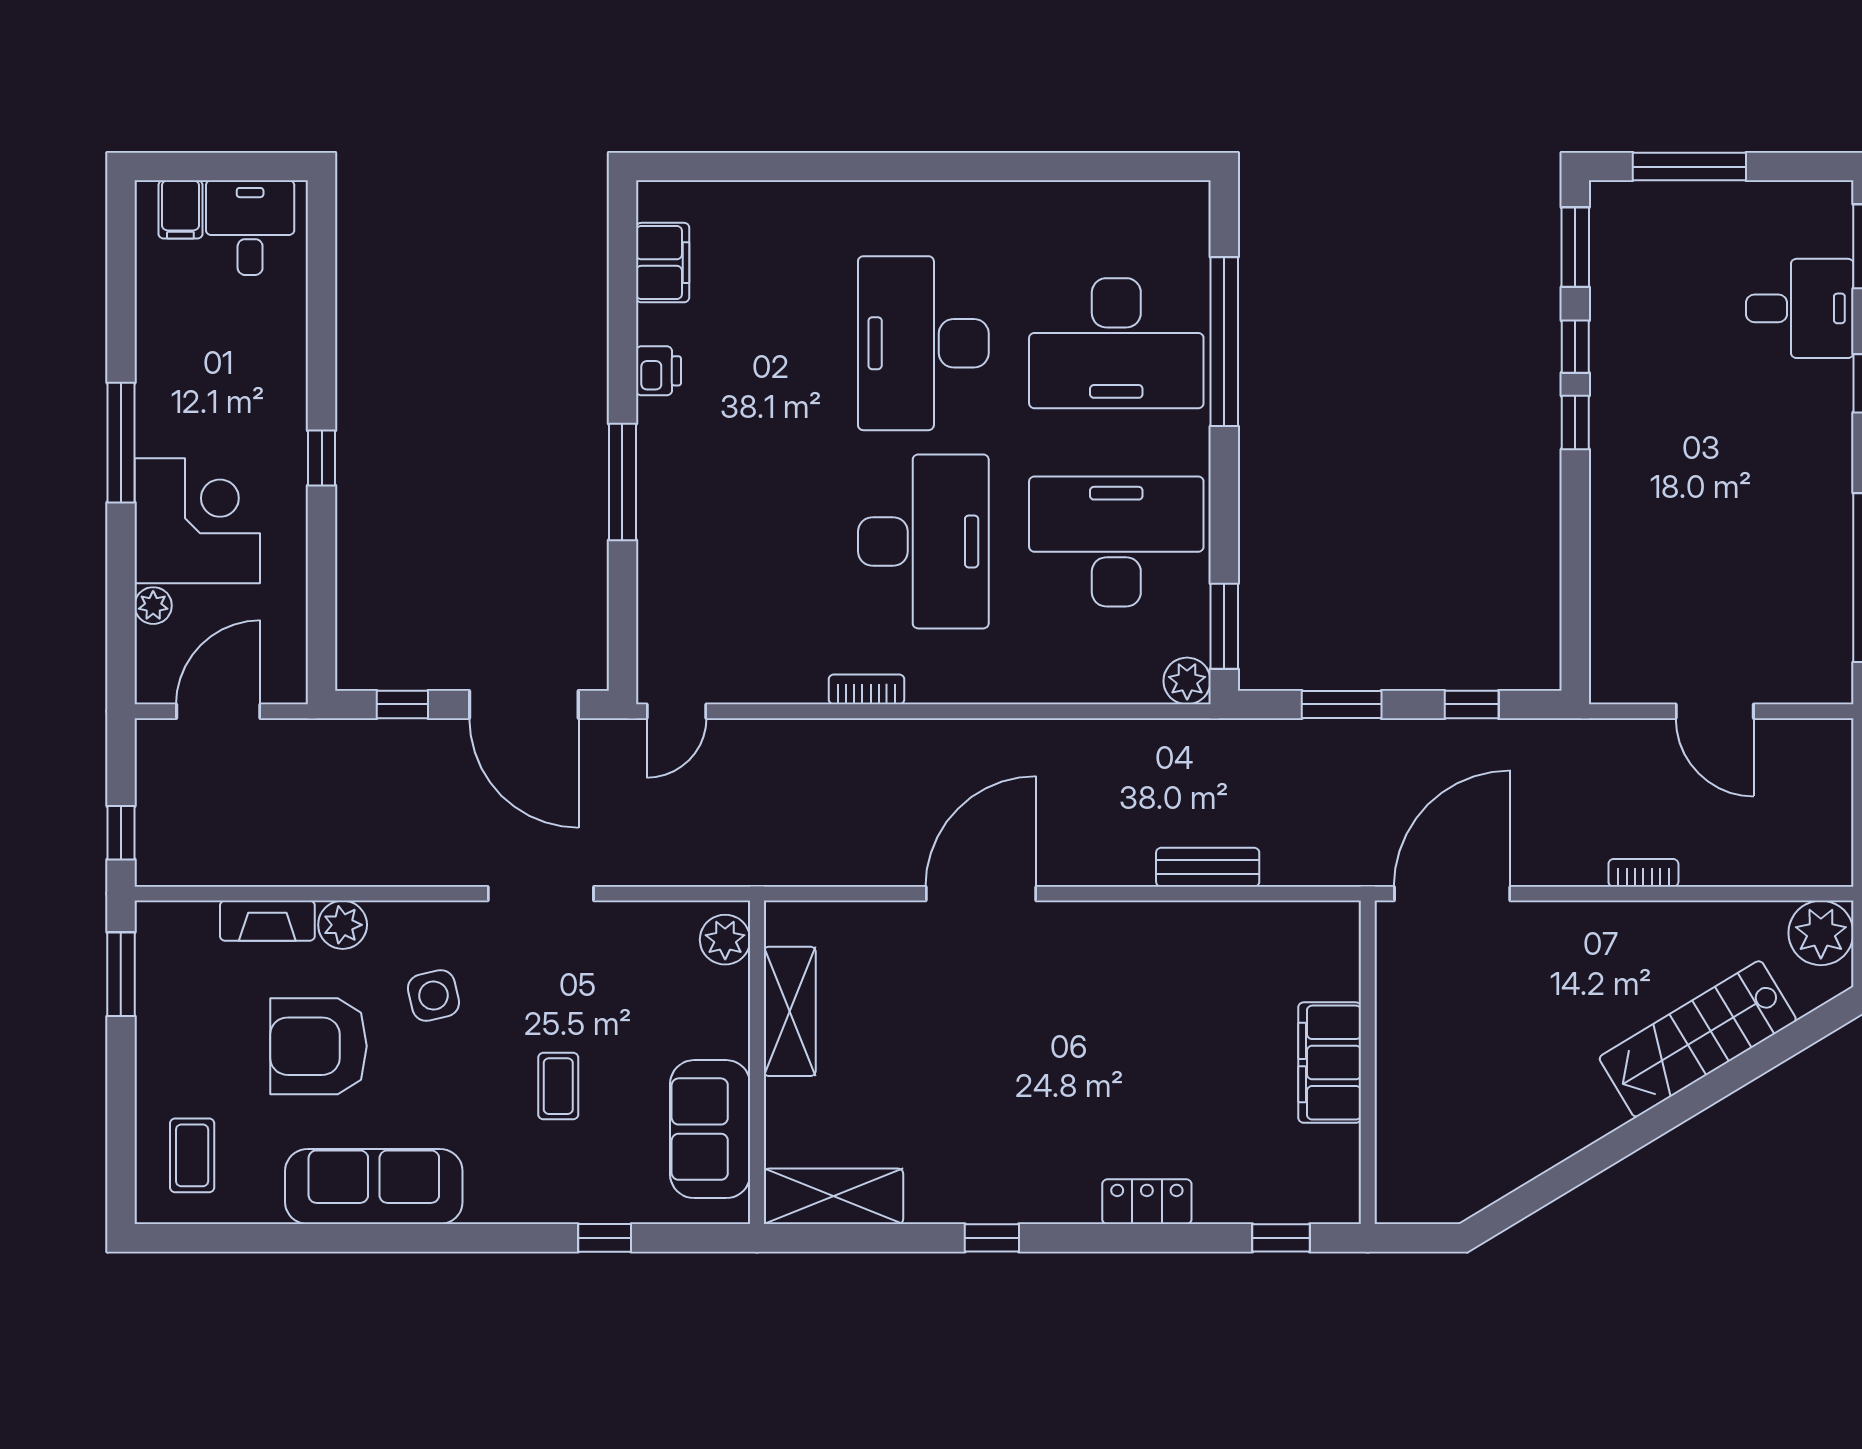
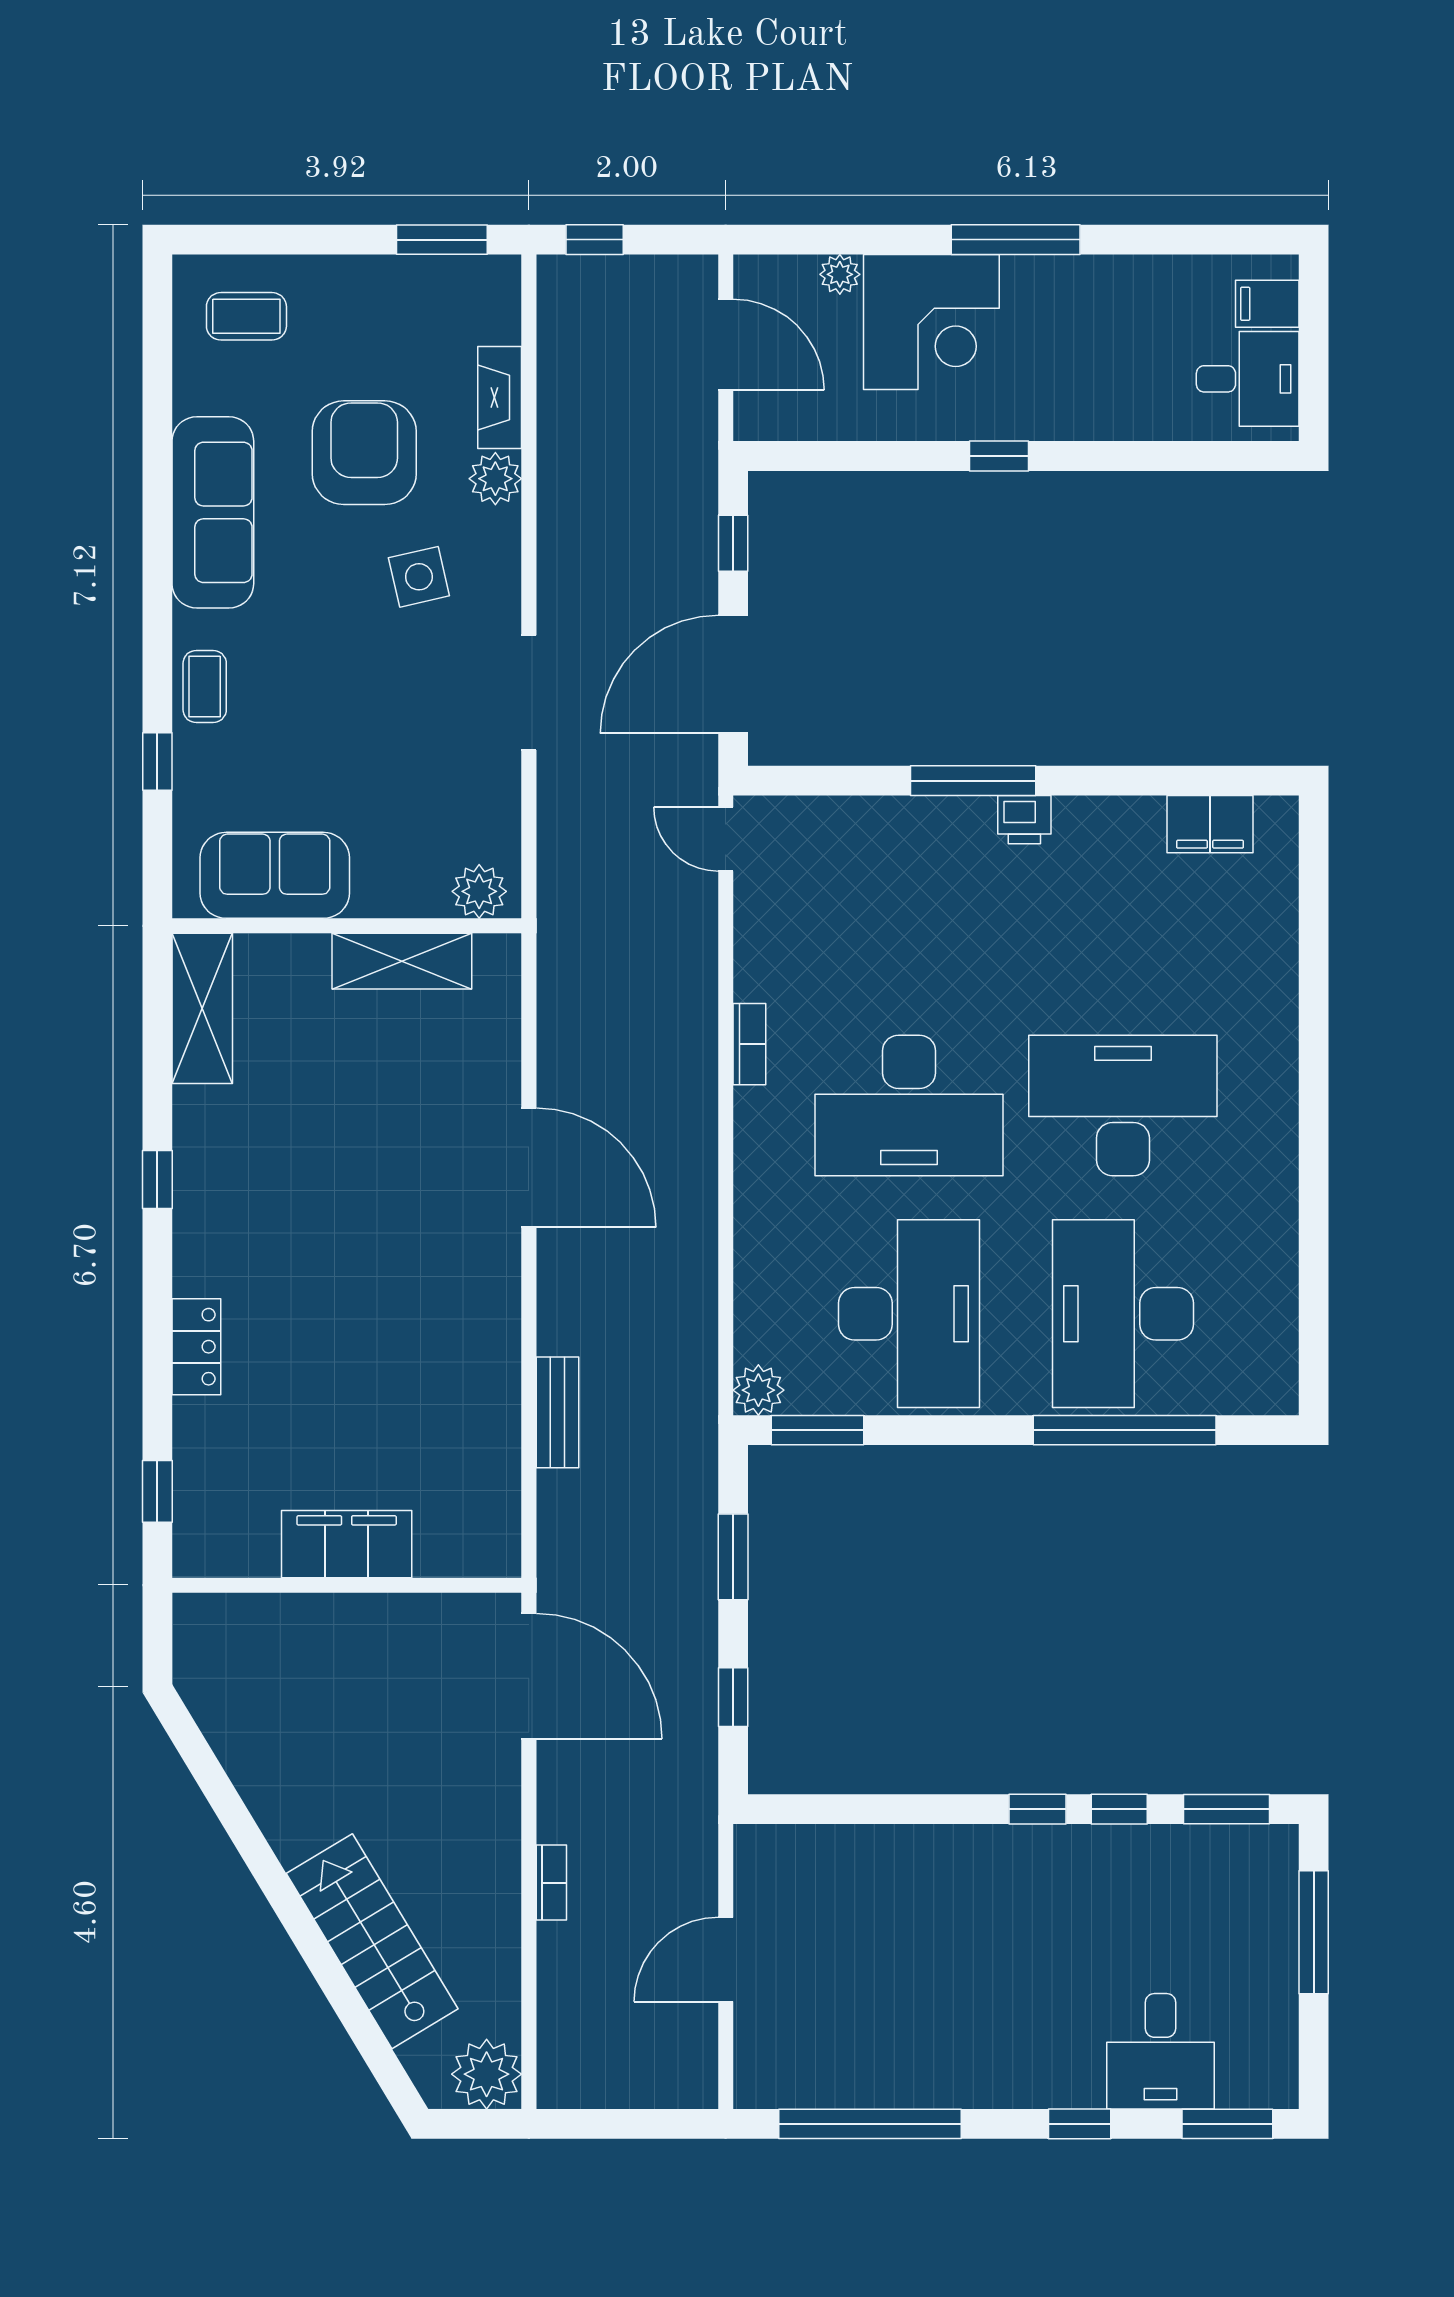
printer: (659, 371) -> (1024, 820), moved
coffee table: (558, 1086) -> (205, 687), moved, turned 90

